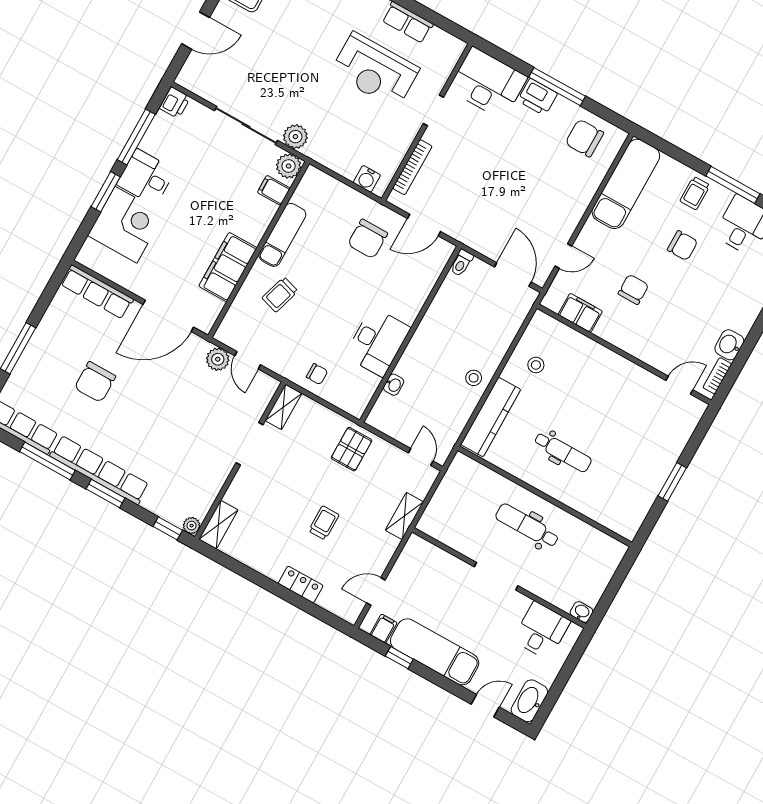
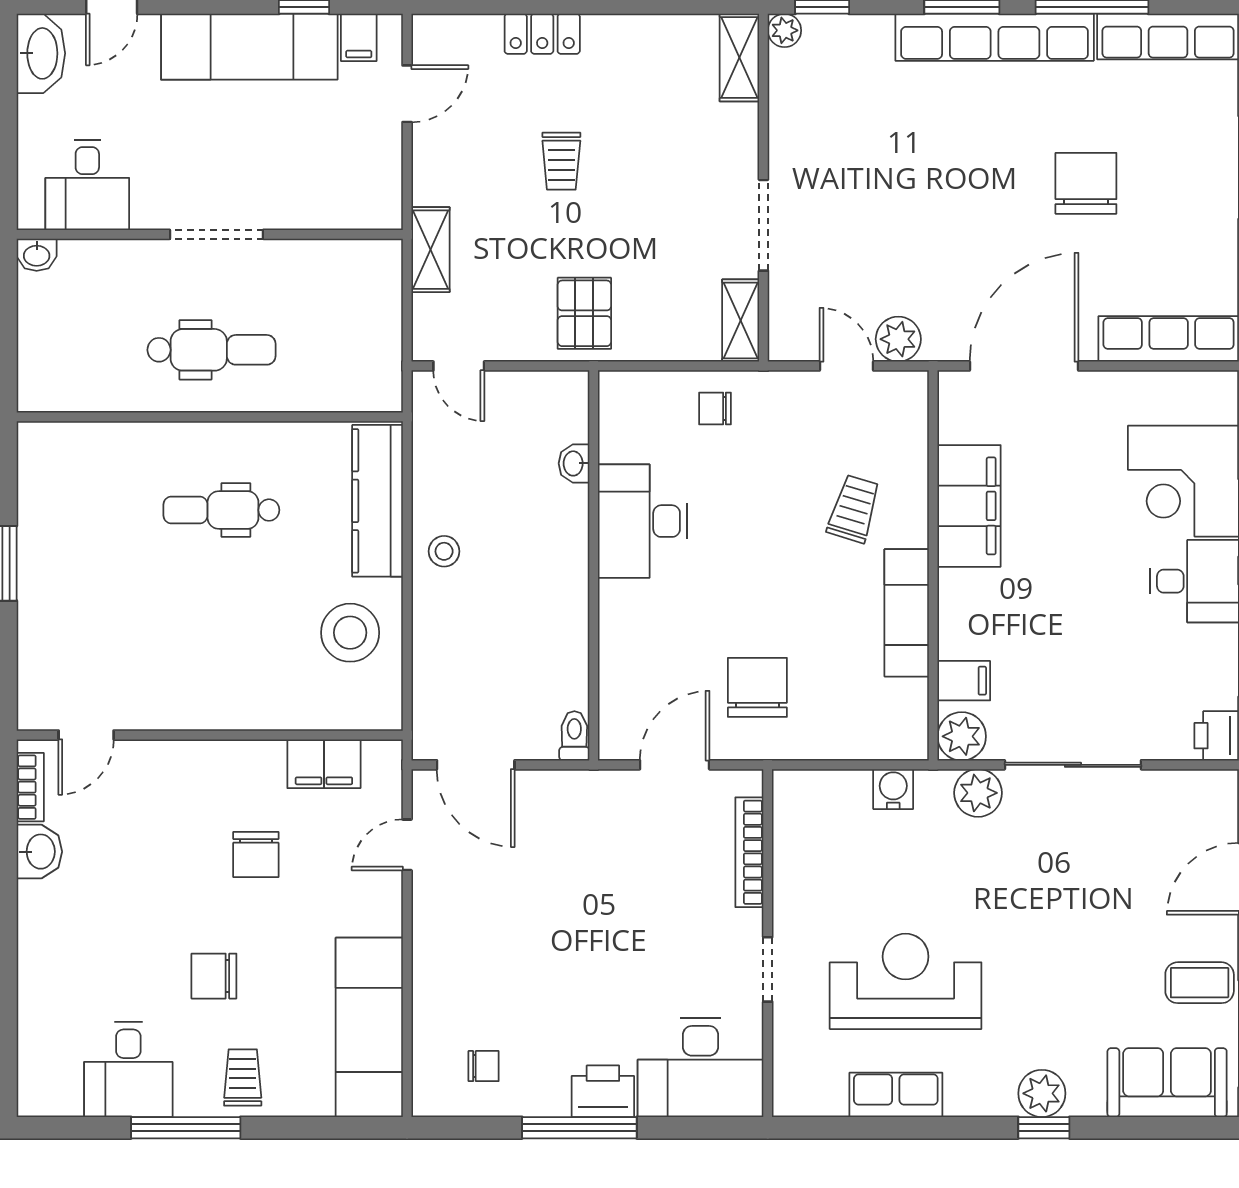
chair: (584, 138) -> (484, 1066), width x0.54, depth x0.54
water cooler: (367, 179) -> (893, 789), moved
stool: (536, 365) -> (350, 633), width x1.89, depth x1.89

